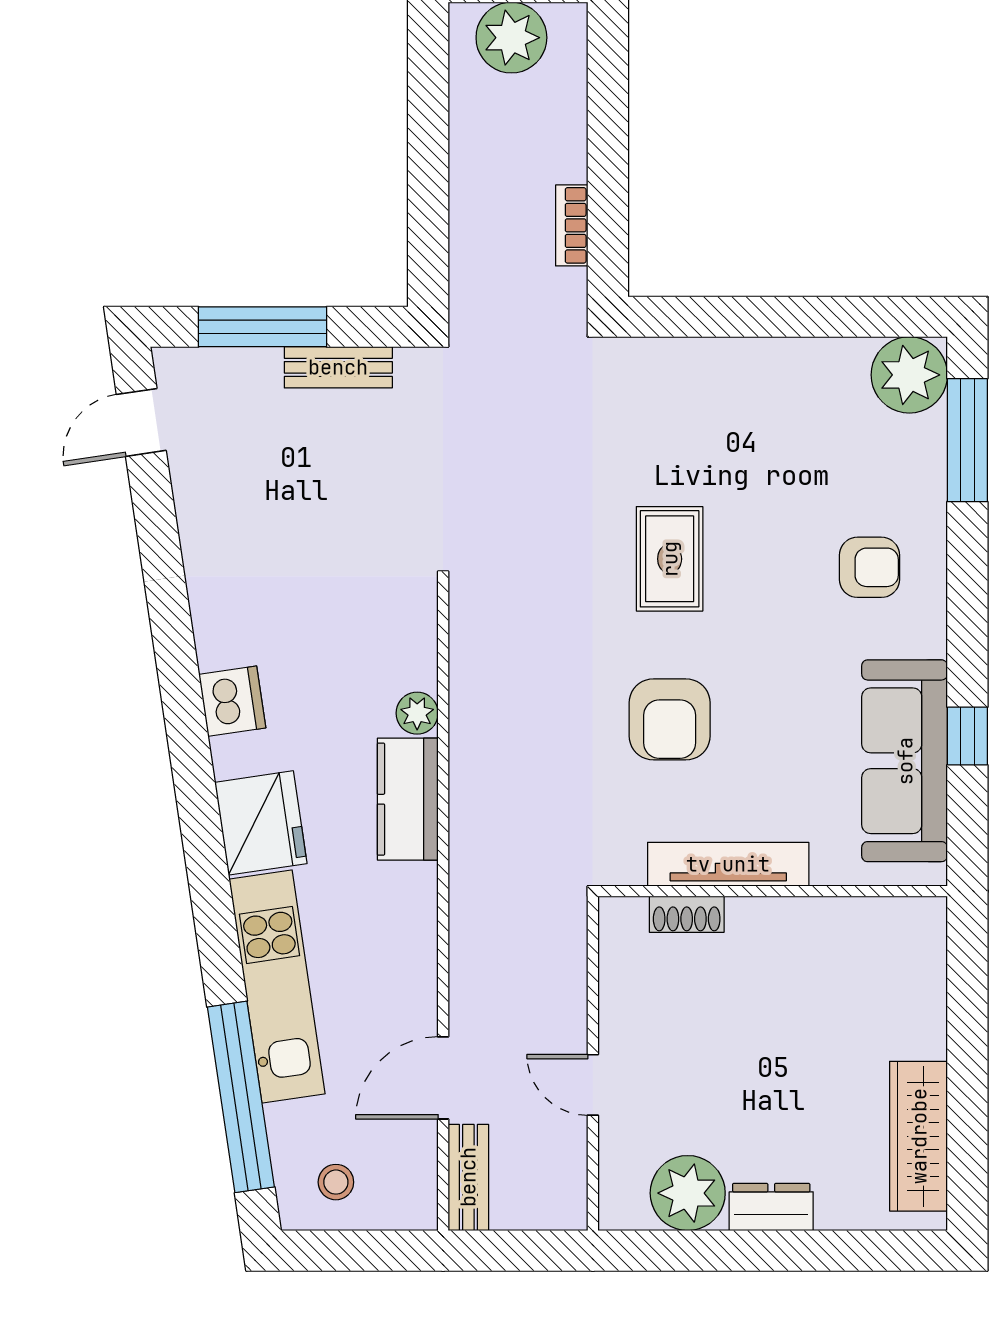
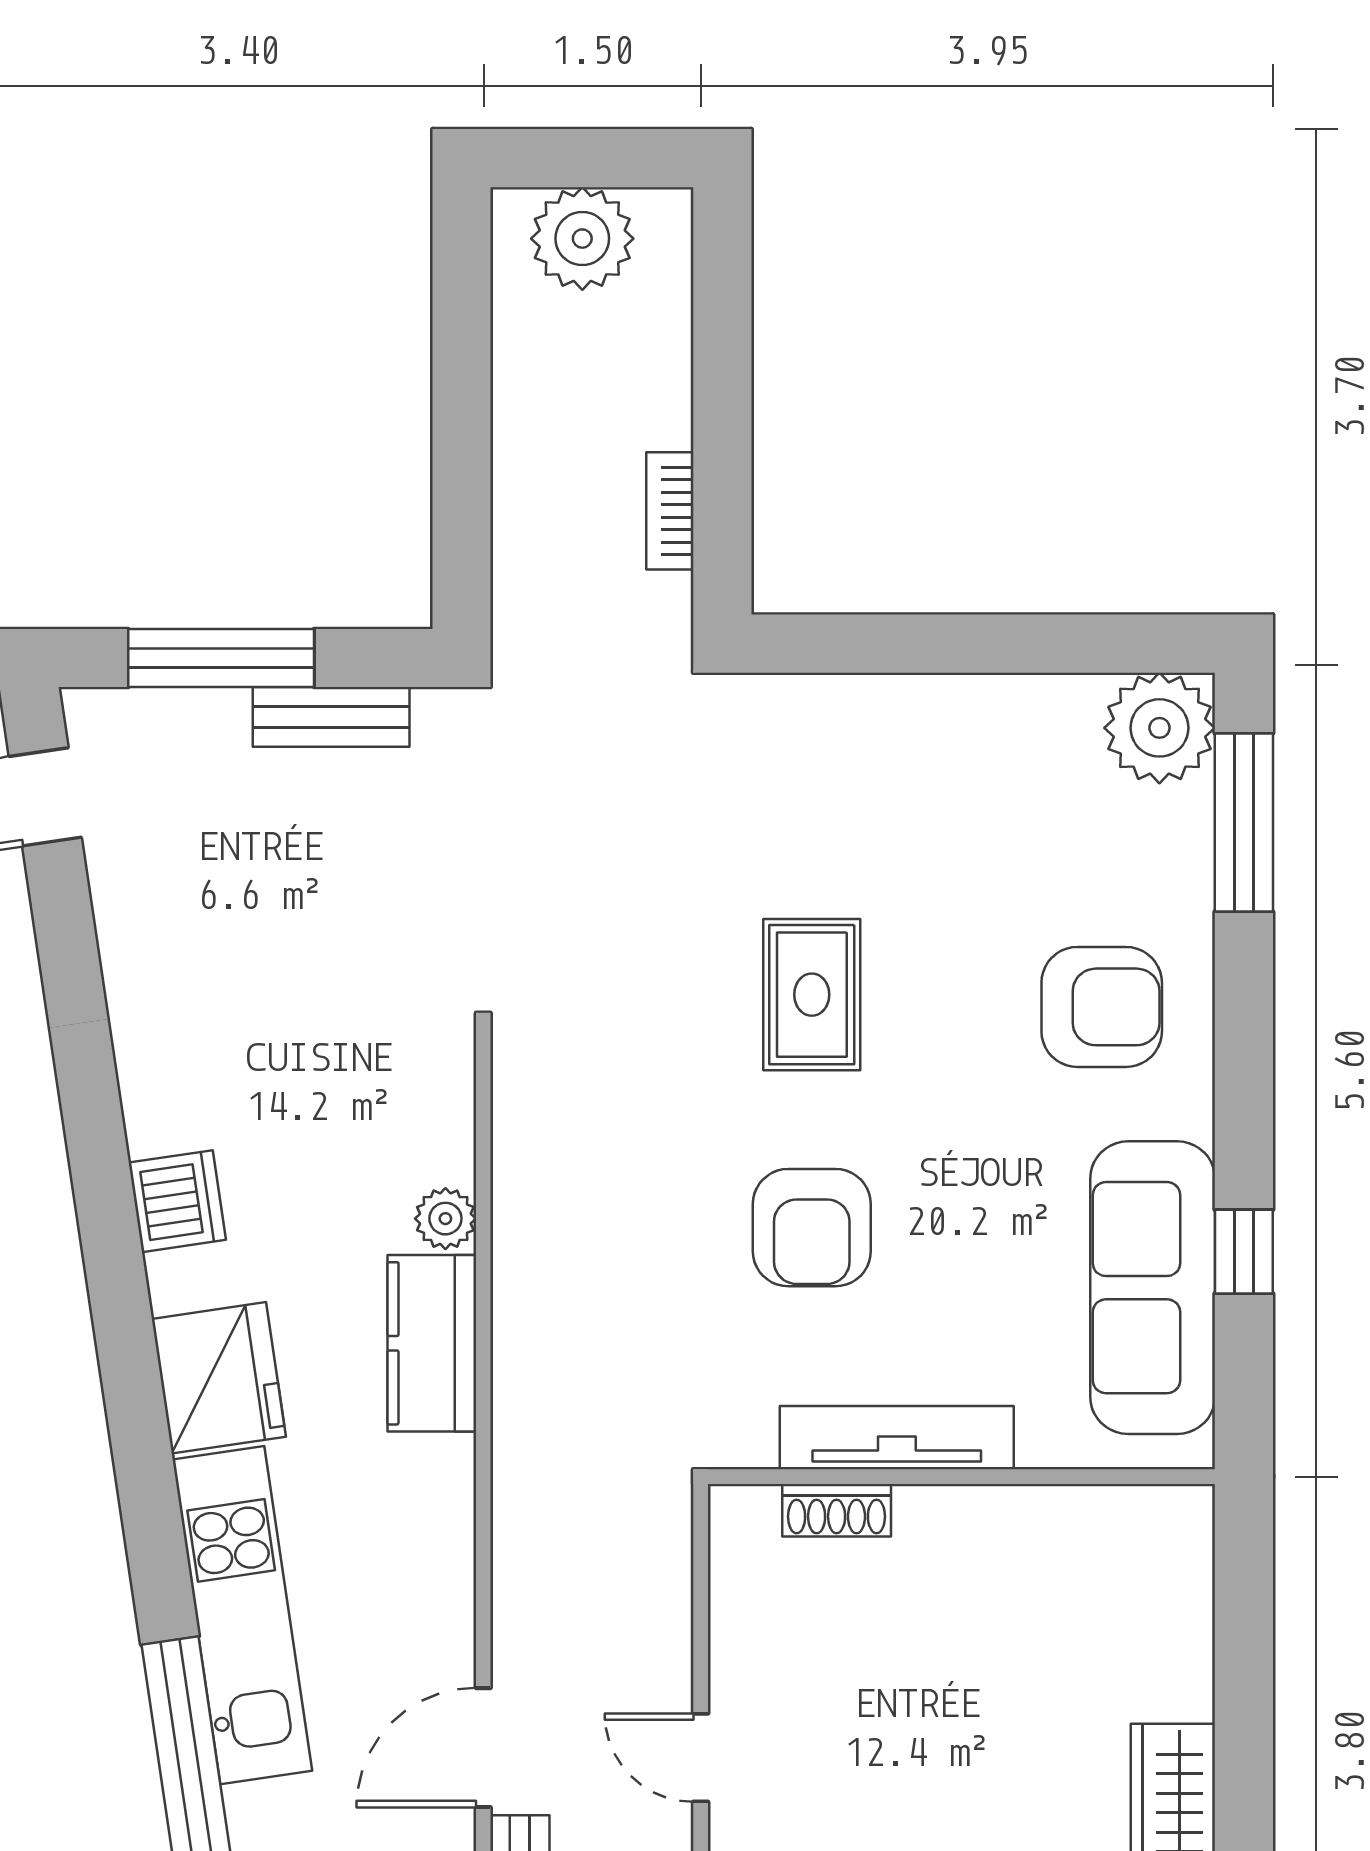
armchair: (869, 567) -> (1102, 1007), width x1.38, depth x1.38

